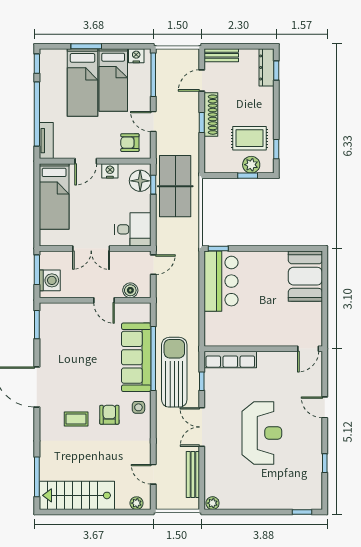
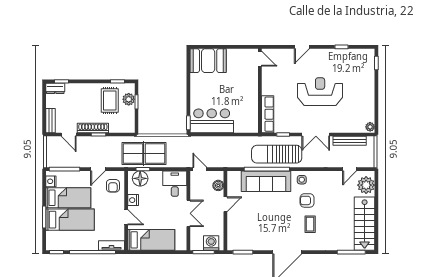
dresser: (266, 67) -> (55, 88), width x0.70
plant: (137, 503) -> (366, 185), width x1.88, depth x1.88

